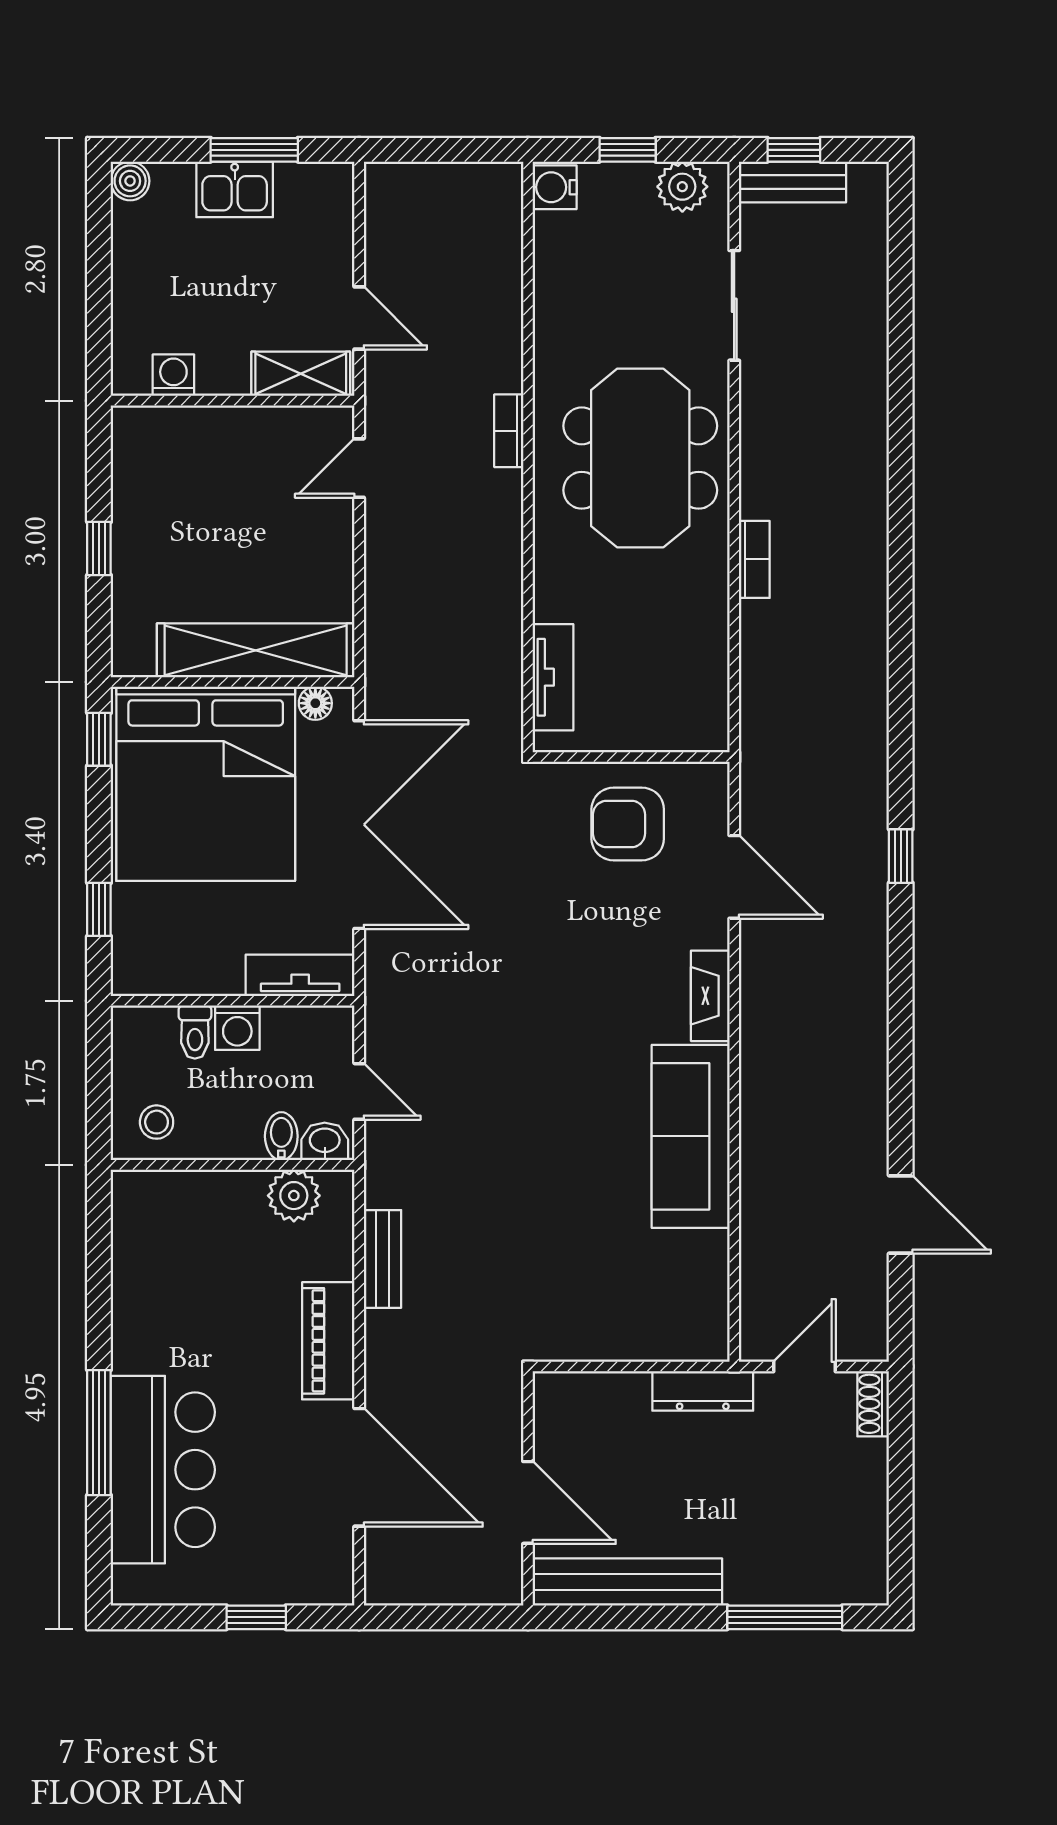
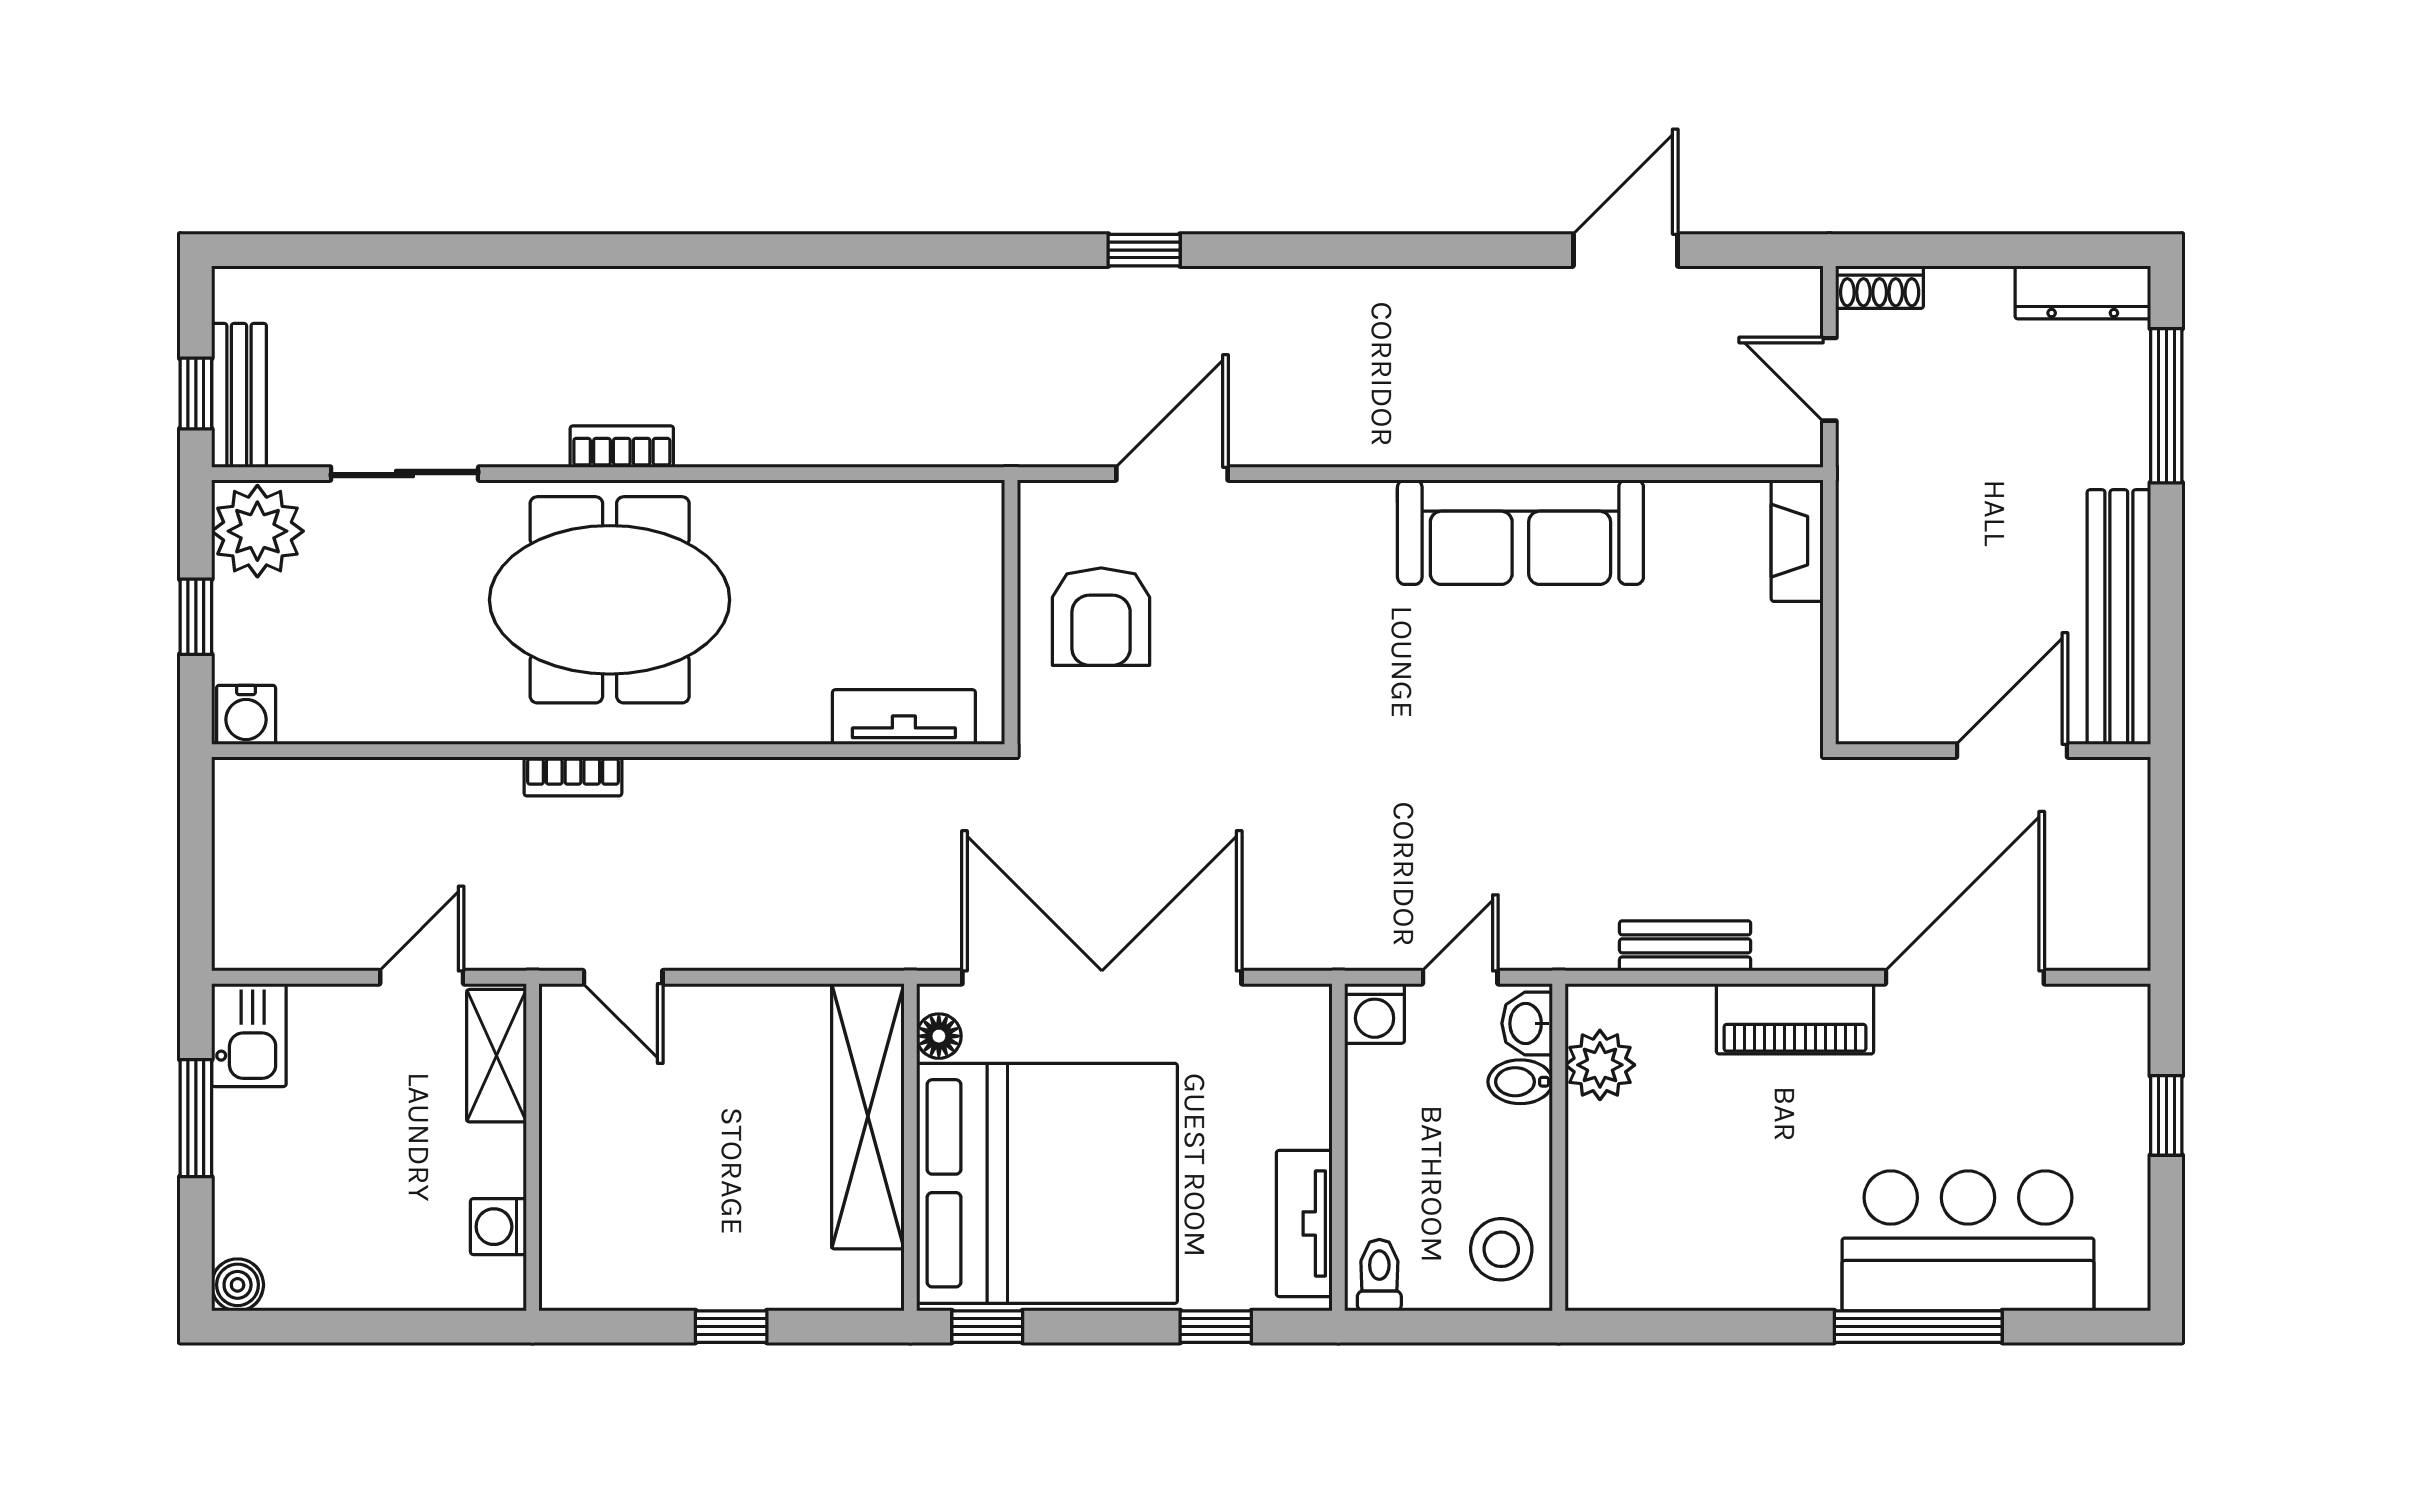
plant: (682, 187) -> (257, 531), width x1.36, depth x1.36
kitchen sink: (235, 189) -> (249, 1035), moved
bookcase: (754, 559) -> (622, 447), moved
tv unit: (300, 975) -> (1304, 1224), moved
fireplace: (710, 996) -> (1797, 541), moved, turned 90
washing machine: (237, 1028) -> (1375, 1013), moved, turned 90
toilet: (195, 1032) -> (1379, 1275), moved, turned -90
stool: (157, 1122) -> (1501, 1249), width x1.37, depth x1.37
dresser: (703, 1391) -> (2083, 292), moved, turned 90

